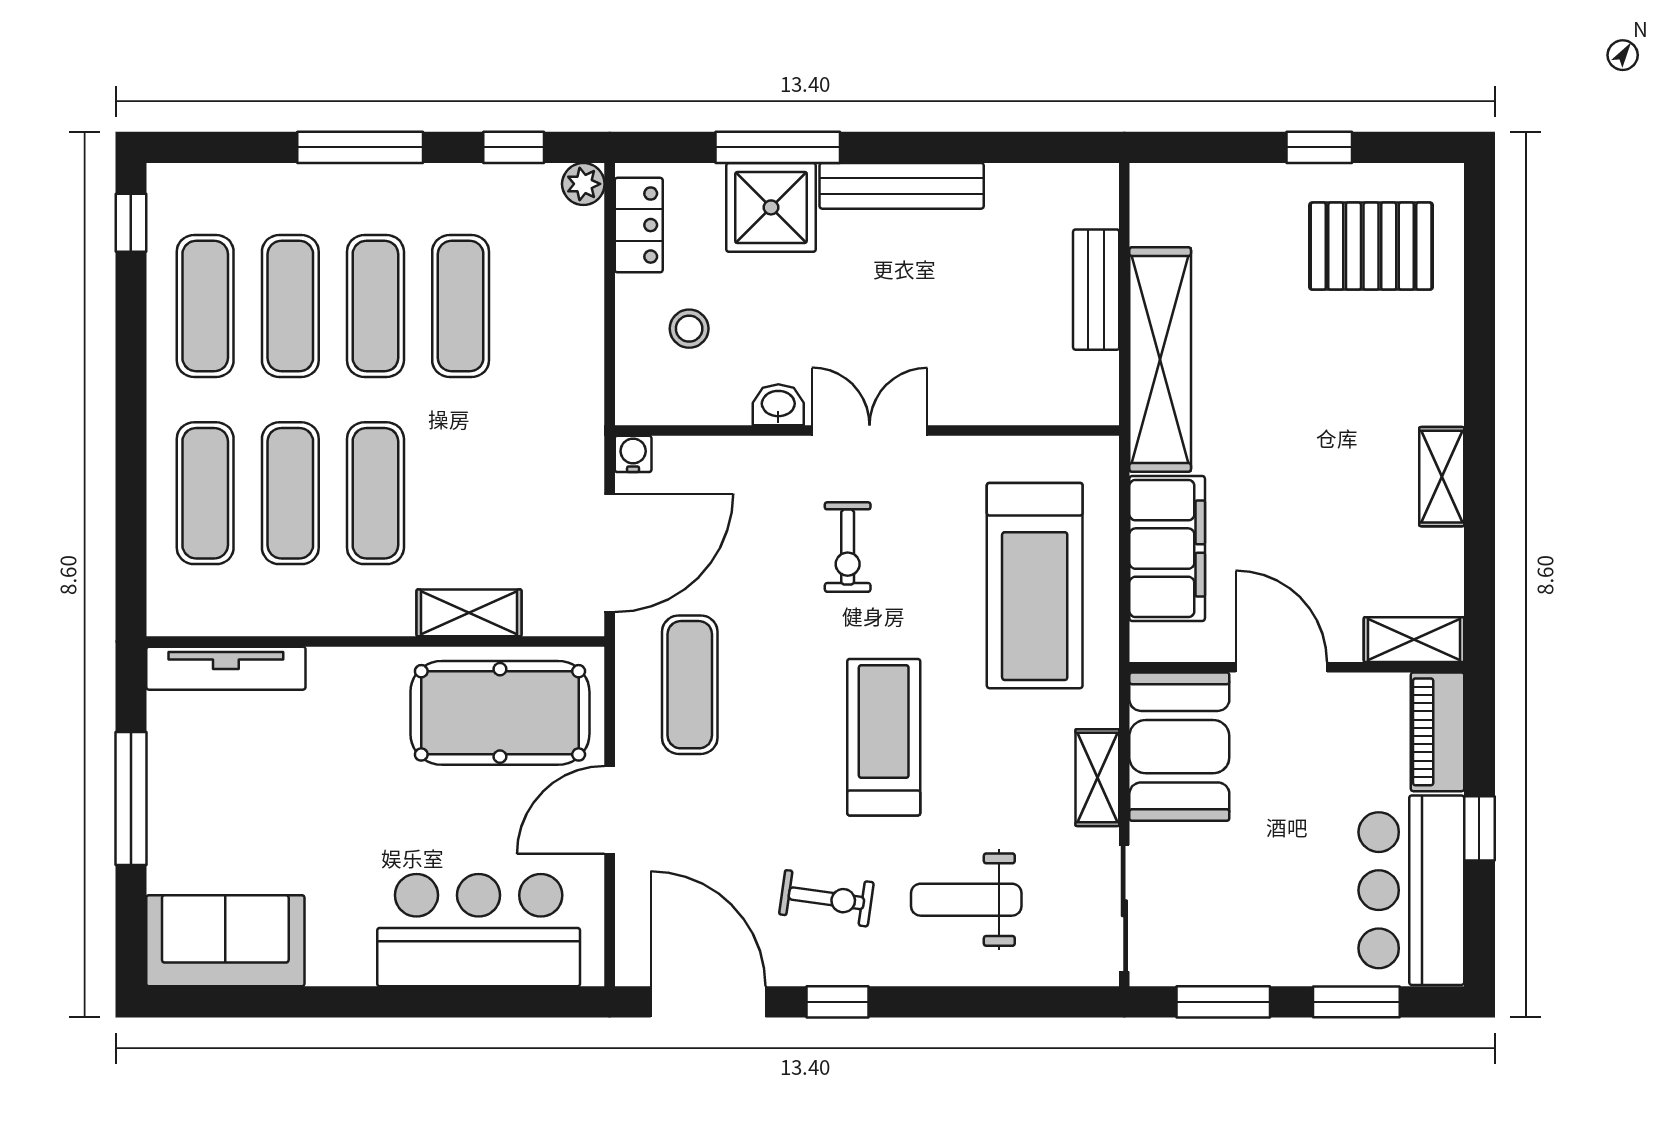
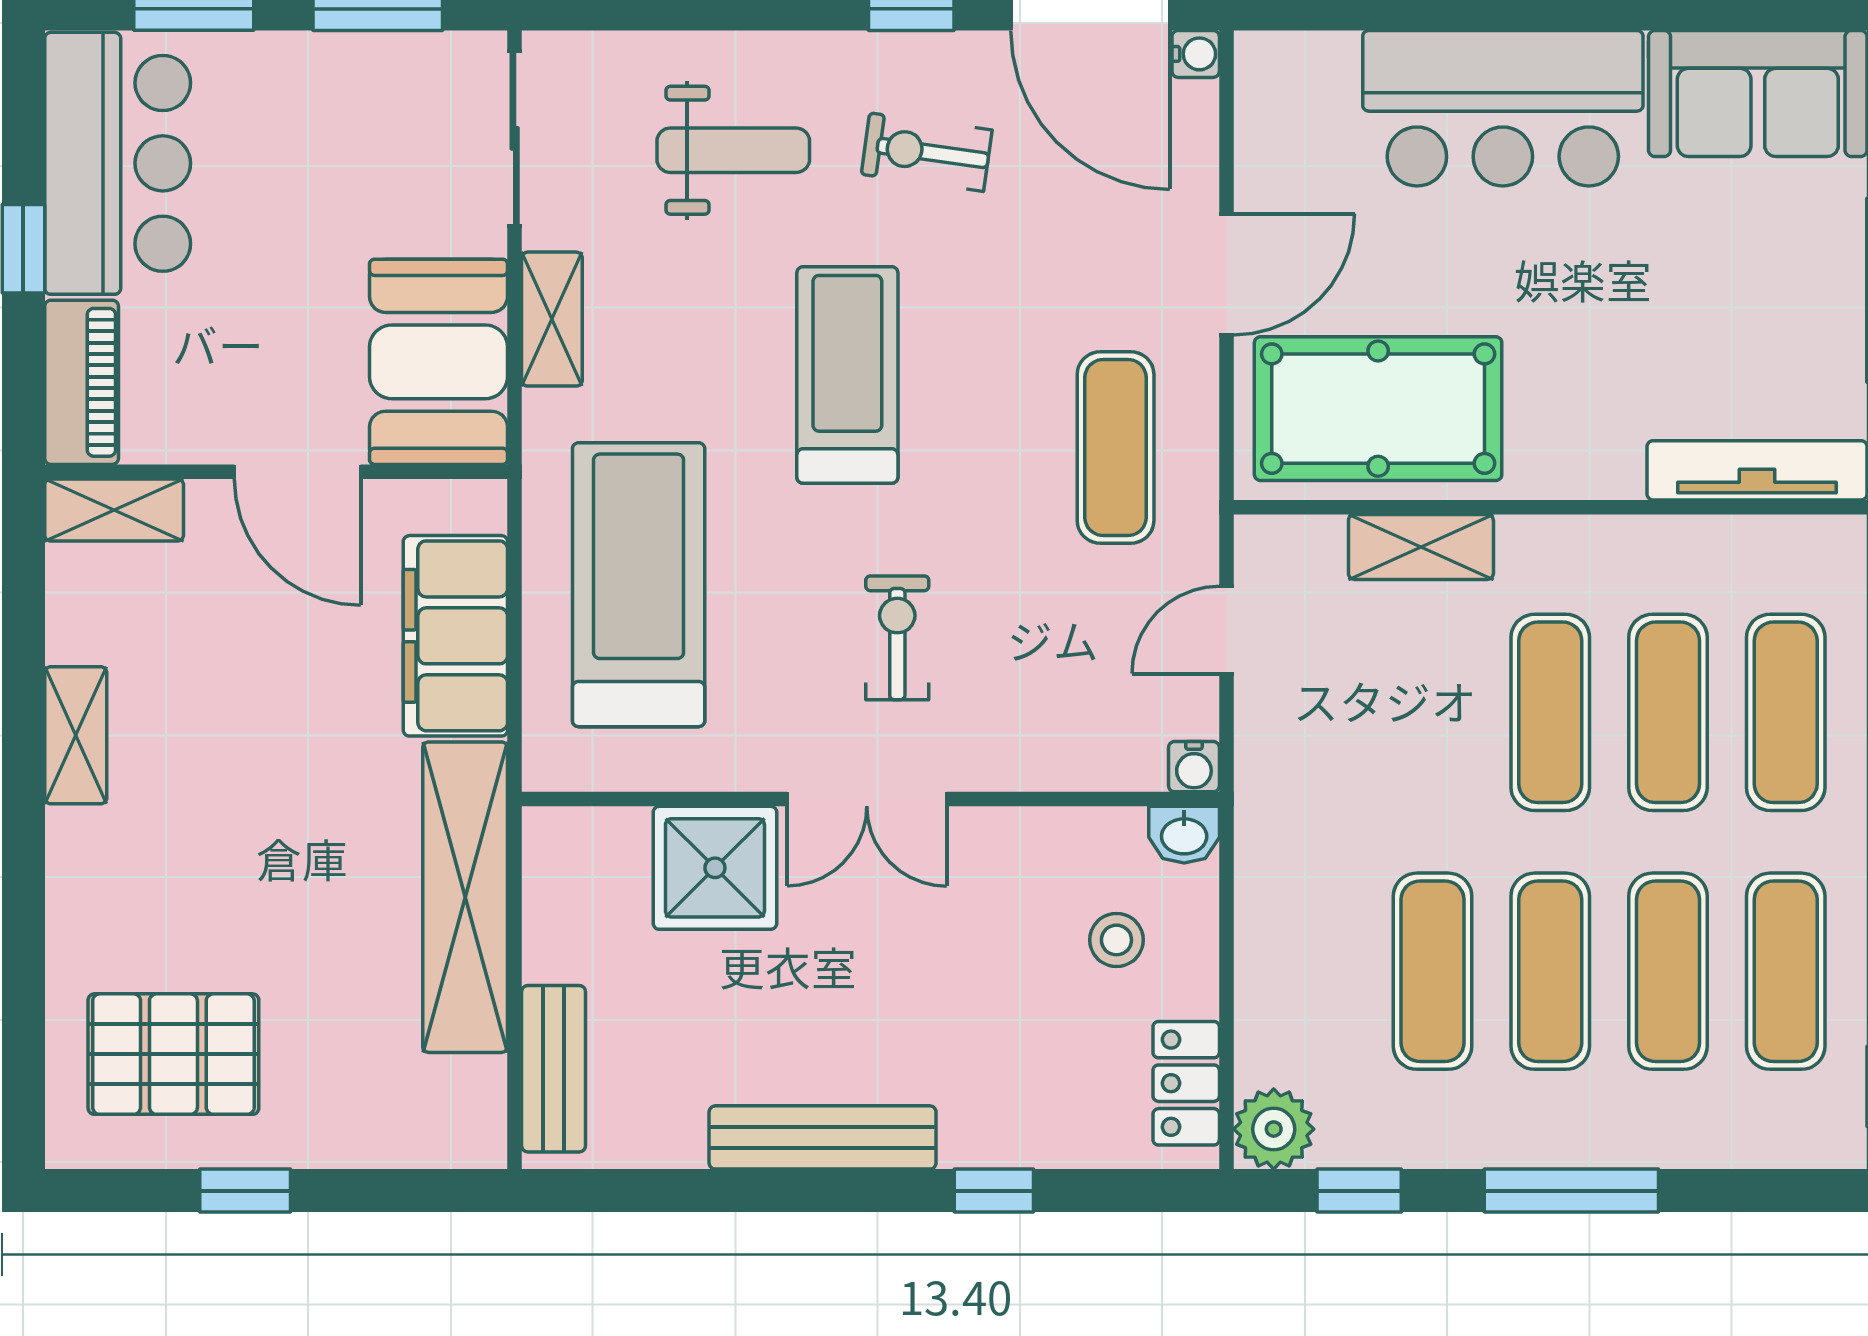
window: (778, 147) -> (994, 1191), width x0.46
plant: (583, 184) -> (1274, 1129), width x1.38, depth x1.38
shower: (771, 207) -> (715, 868), moved
bench: (1096, 290) -> (554, 1069), moved
washbasin: (778, 405) -> (1184, 835), moved
door: (610, 553) -> (1226, 630), width x0.53
treadmill: (884, 737) -> (847, 375), turned 180
bar counter: (479, 930) -> (1503, 108), moved
water cooler: (632, 969) -> (1196, 54), added

